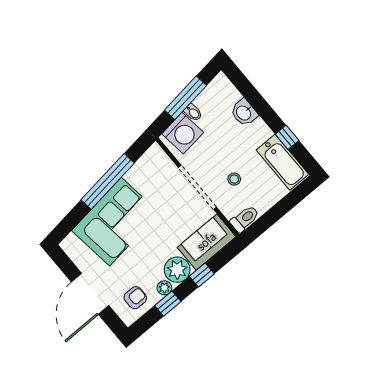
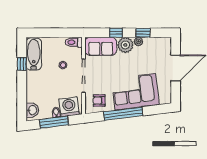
washbasin: (244, 113) -> (32, 110), moved
armchair: (135, 298) -> (99, 100), moved

